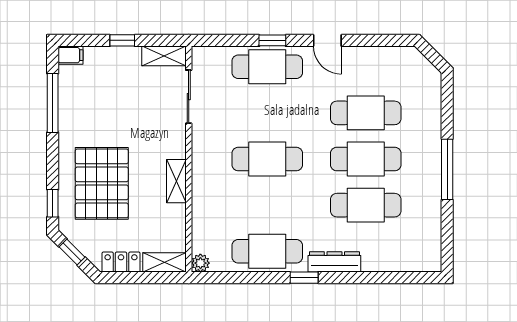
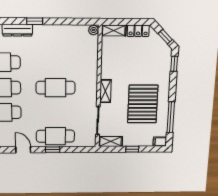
shelving: (176, 181) -> (105, 91), moved
pallet: (102, 183) -> (143, 104), moved
cafe table: (267, 251) -> (56, 36), removed

